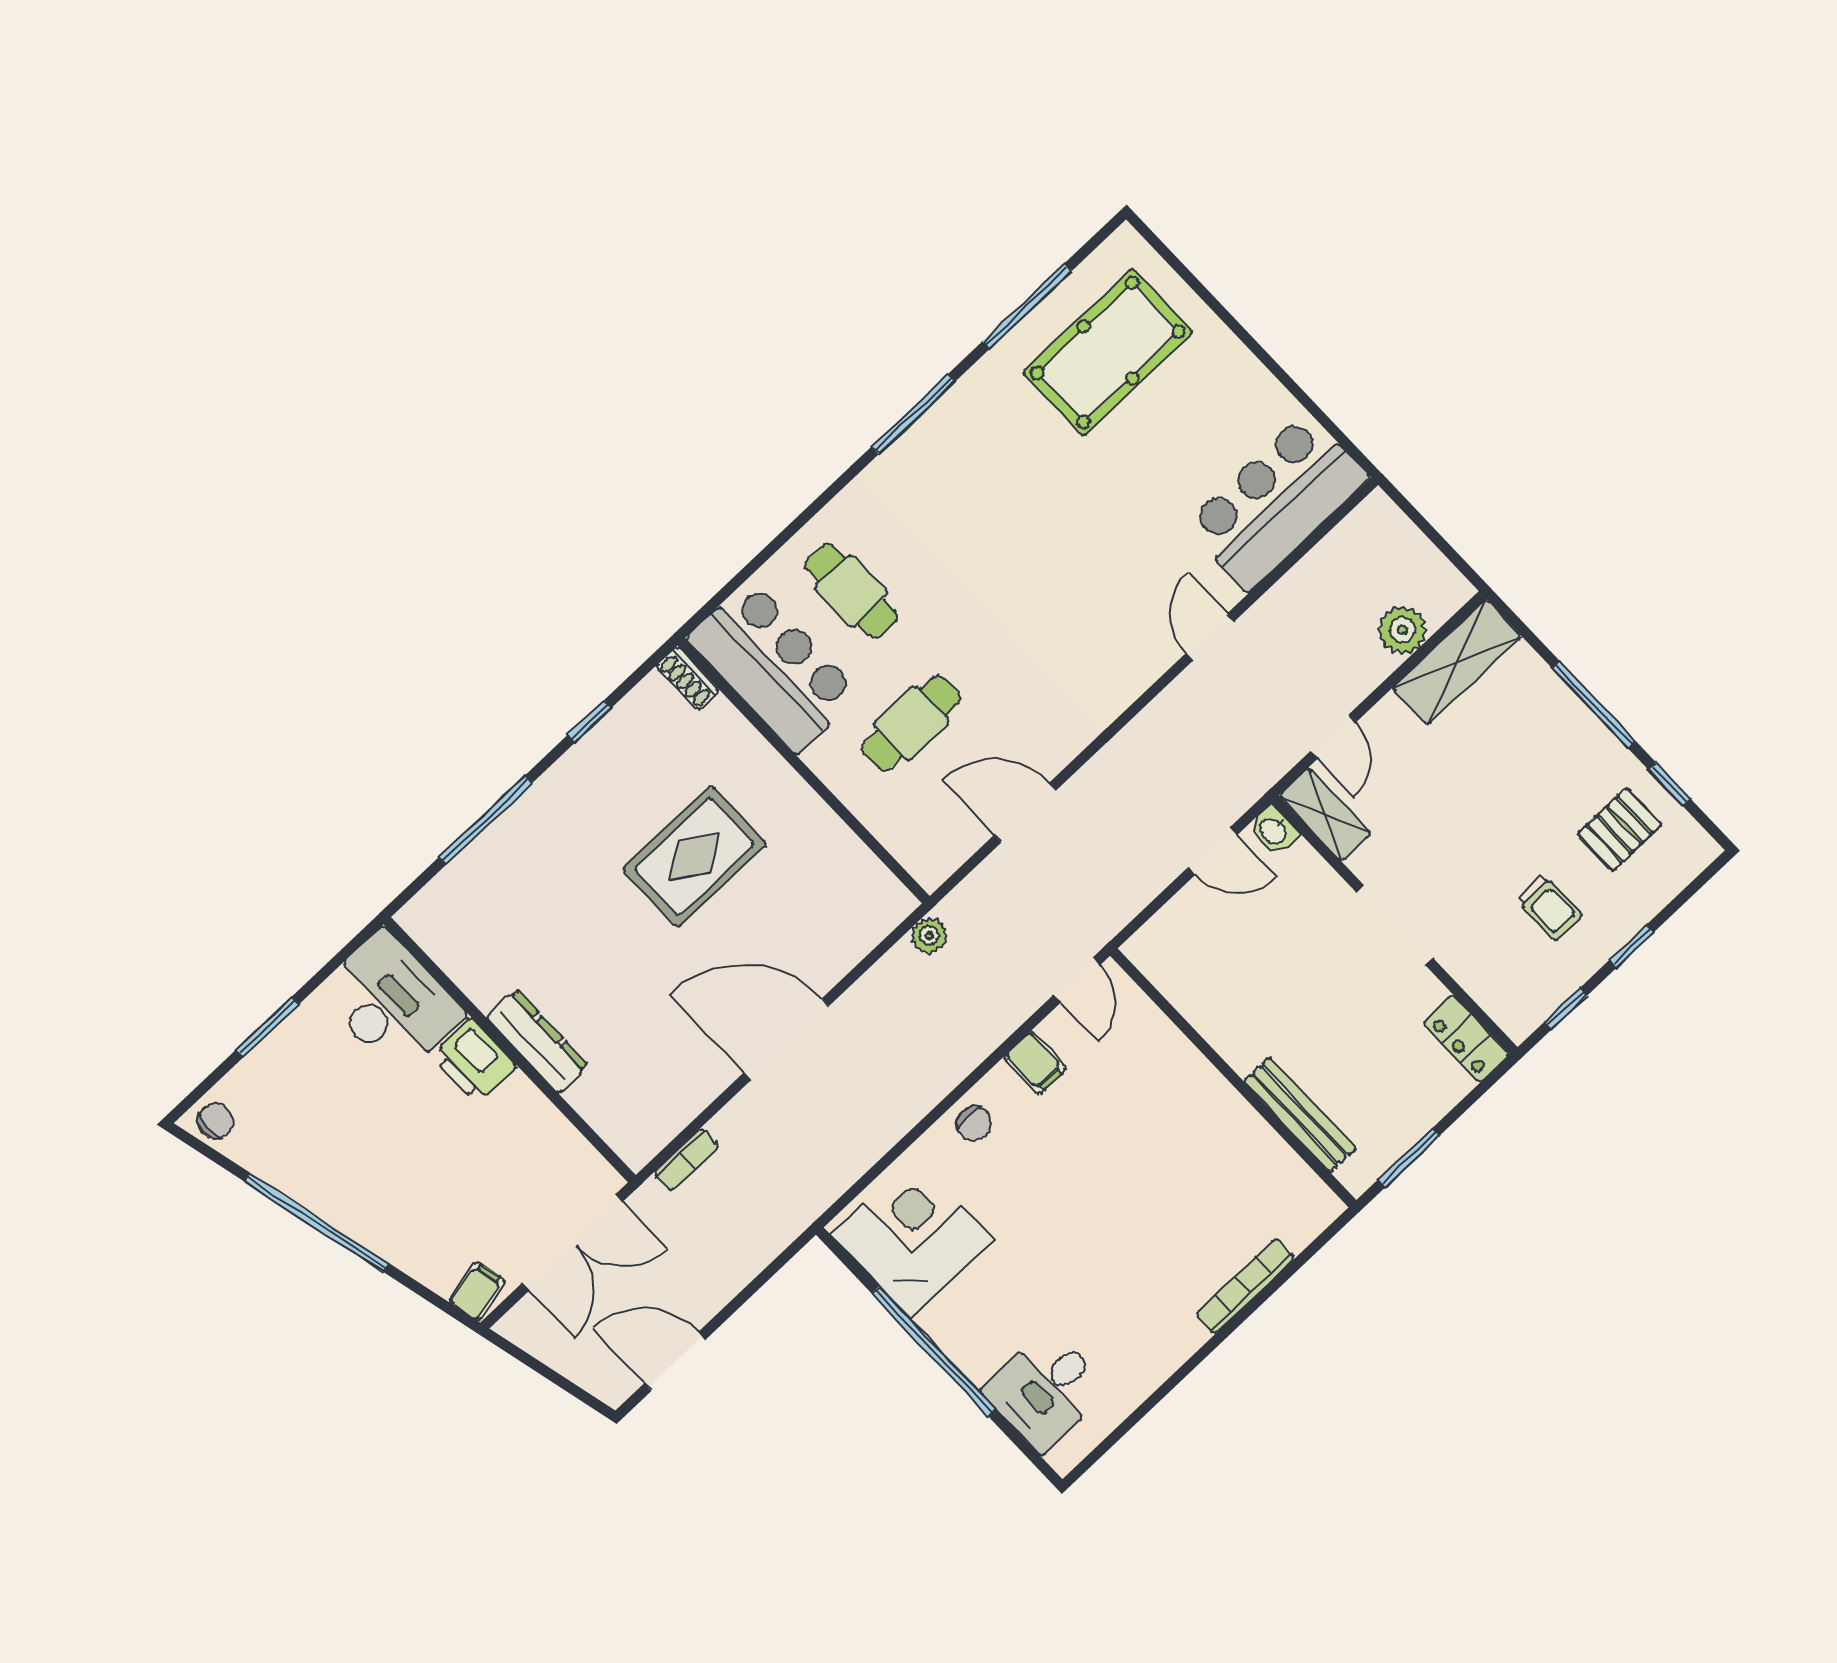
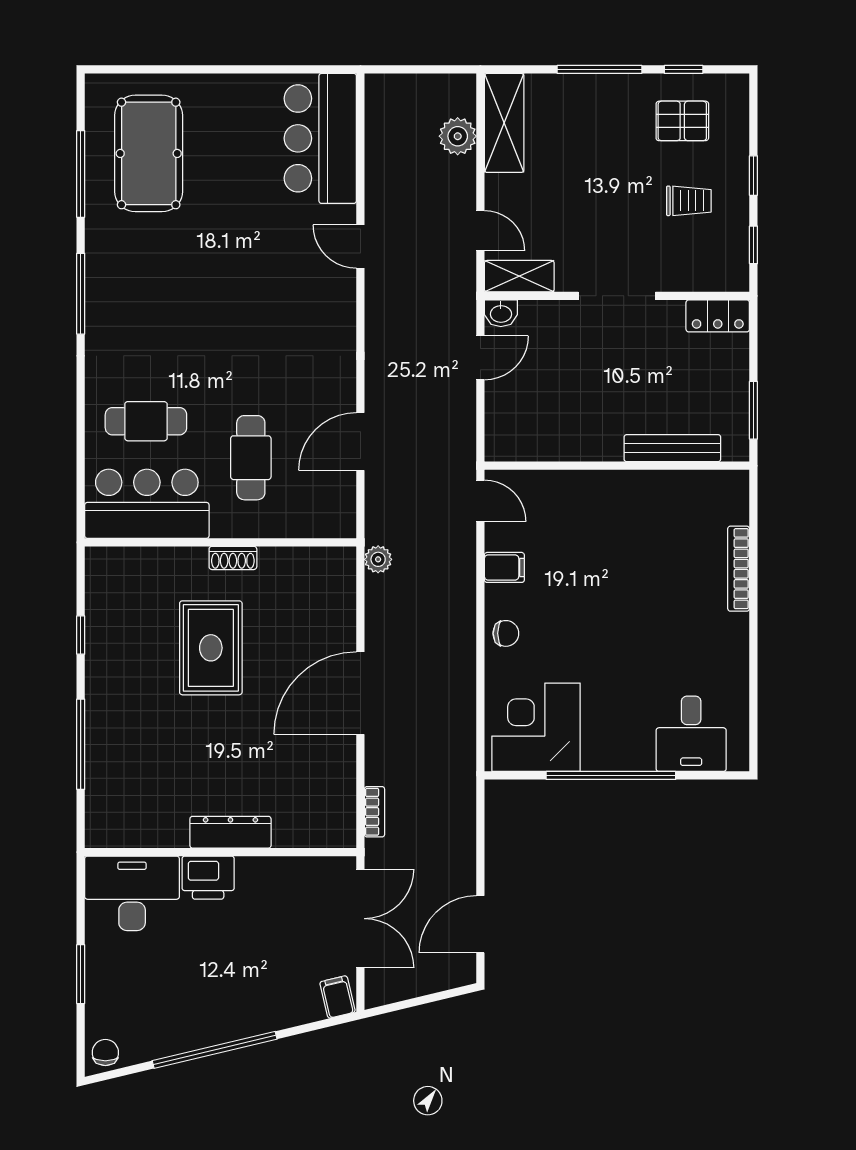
shoe rack: (688, 678) -> (233, 558), moved
pallet: (1619, 829) -> (682, 121), turned 90

